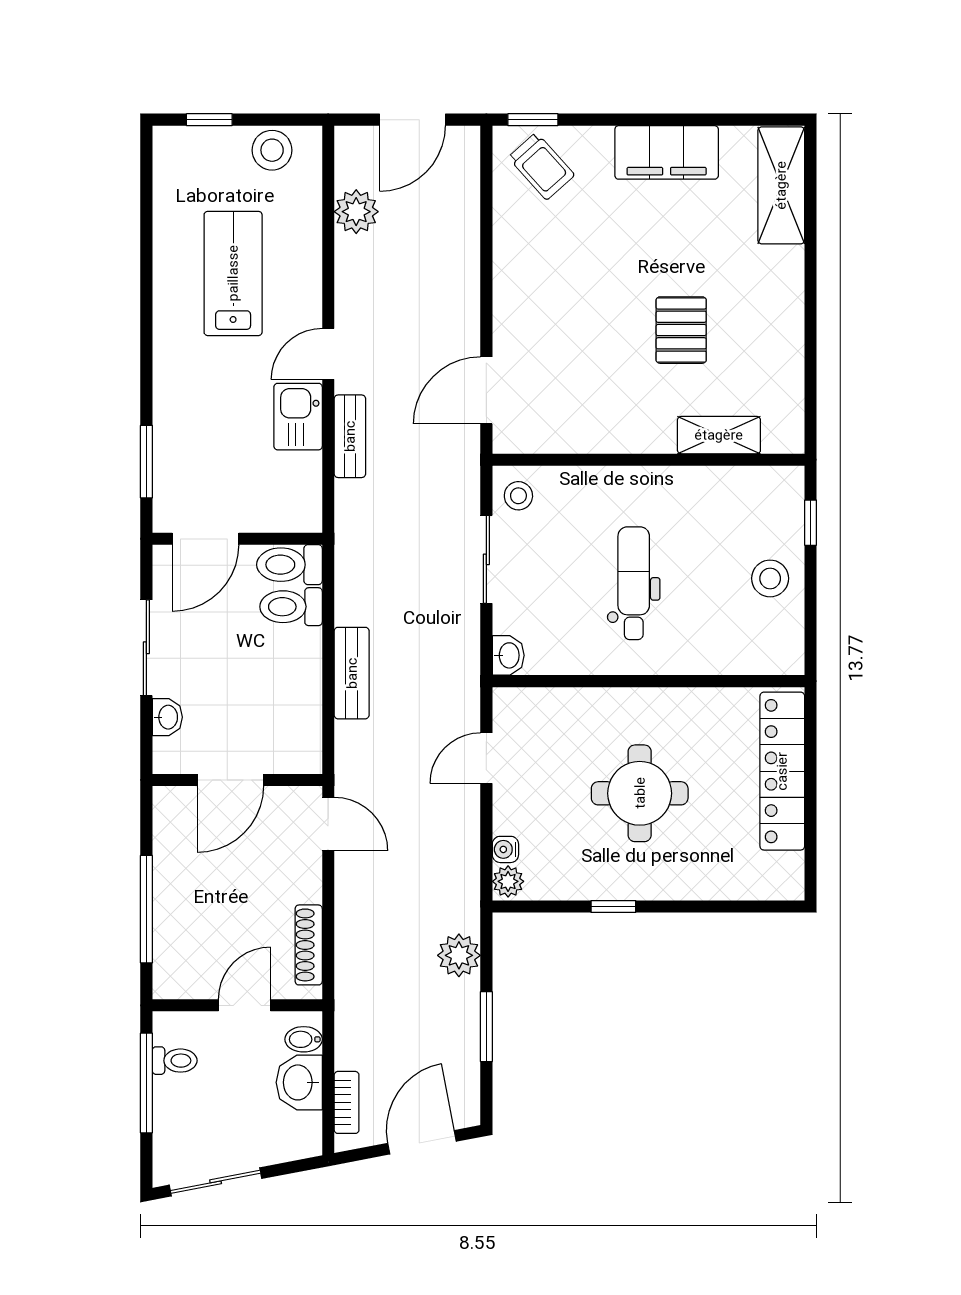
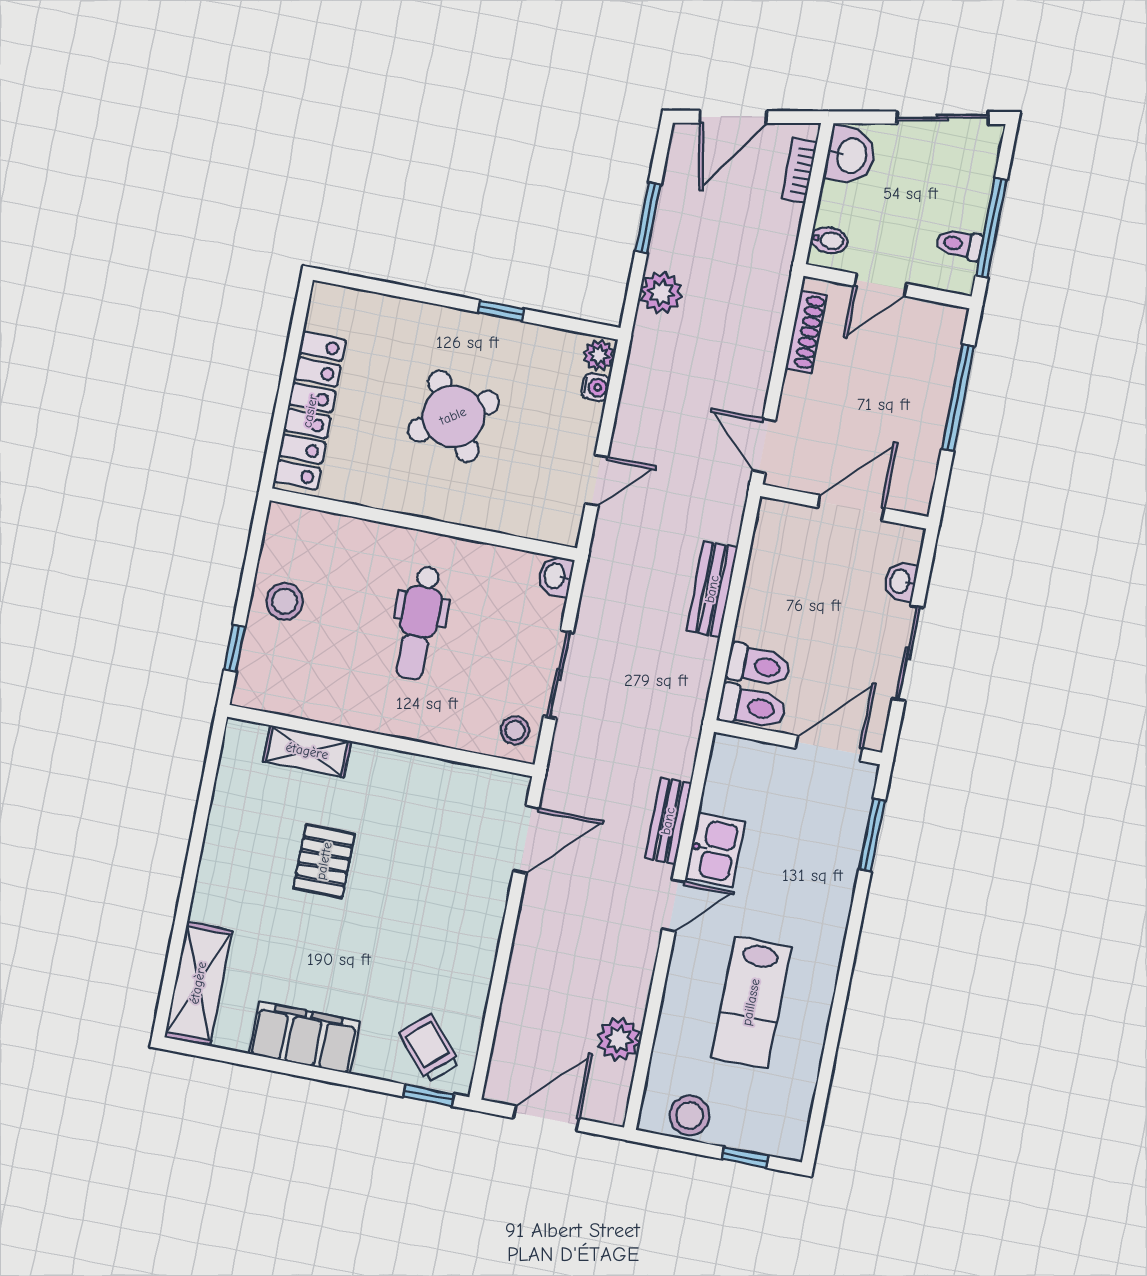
round table: (640, 793) -> (453, 416), turned -33
washbasin: (299, 1082) -> (850, 155), moved

